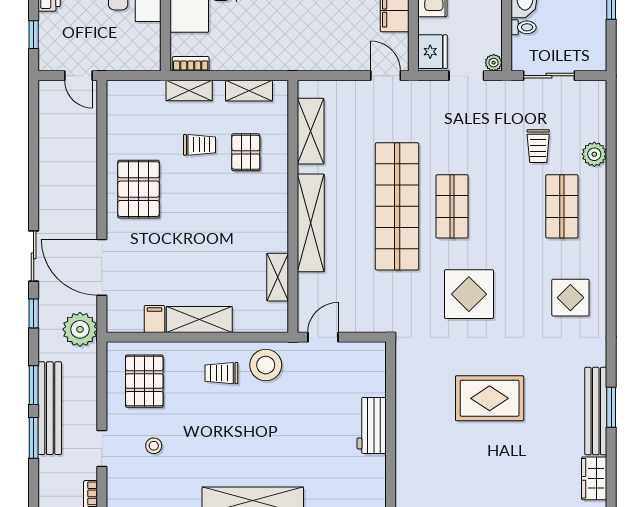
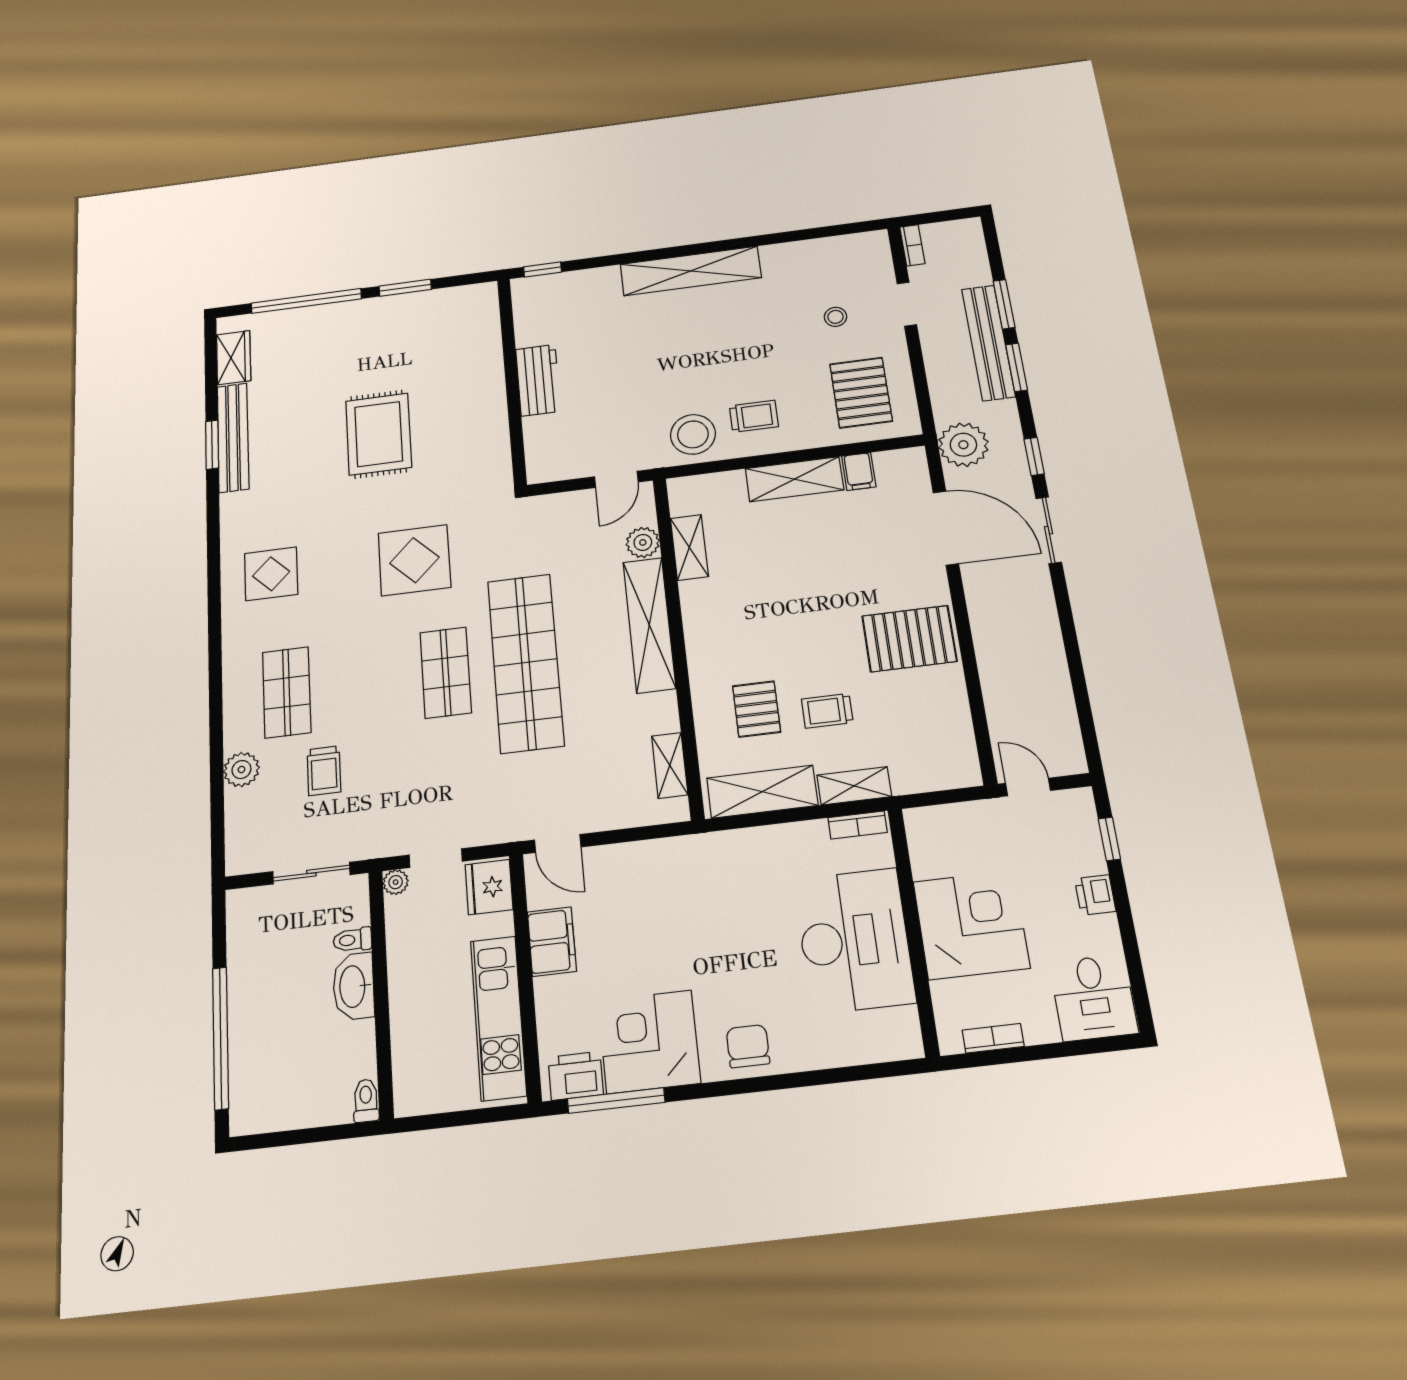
shelving: (249, 91) -> (762, 792), width x1.50, depth x1.33
shelving: (311, 131) -> (670, 765), width x0.67, depth x0.75
trolley: (538, 146) -> (324, 771), turned 180
pallet: (139, 189) -> (909, 639), turned 90
plant: (309, 285) -> (643, 542), added
rug: (490, 398) -> (379, 434), turned 90

